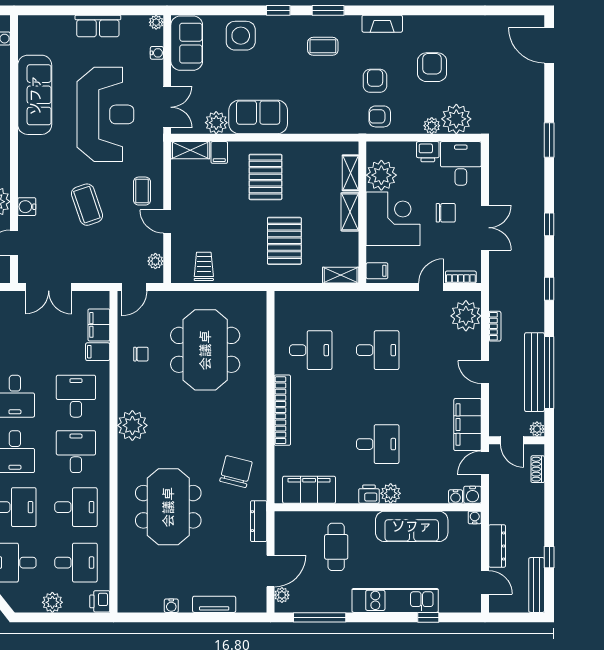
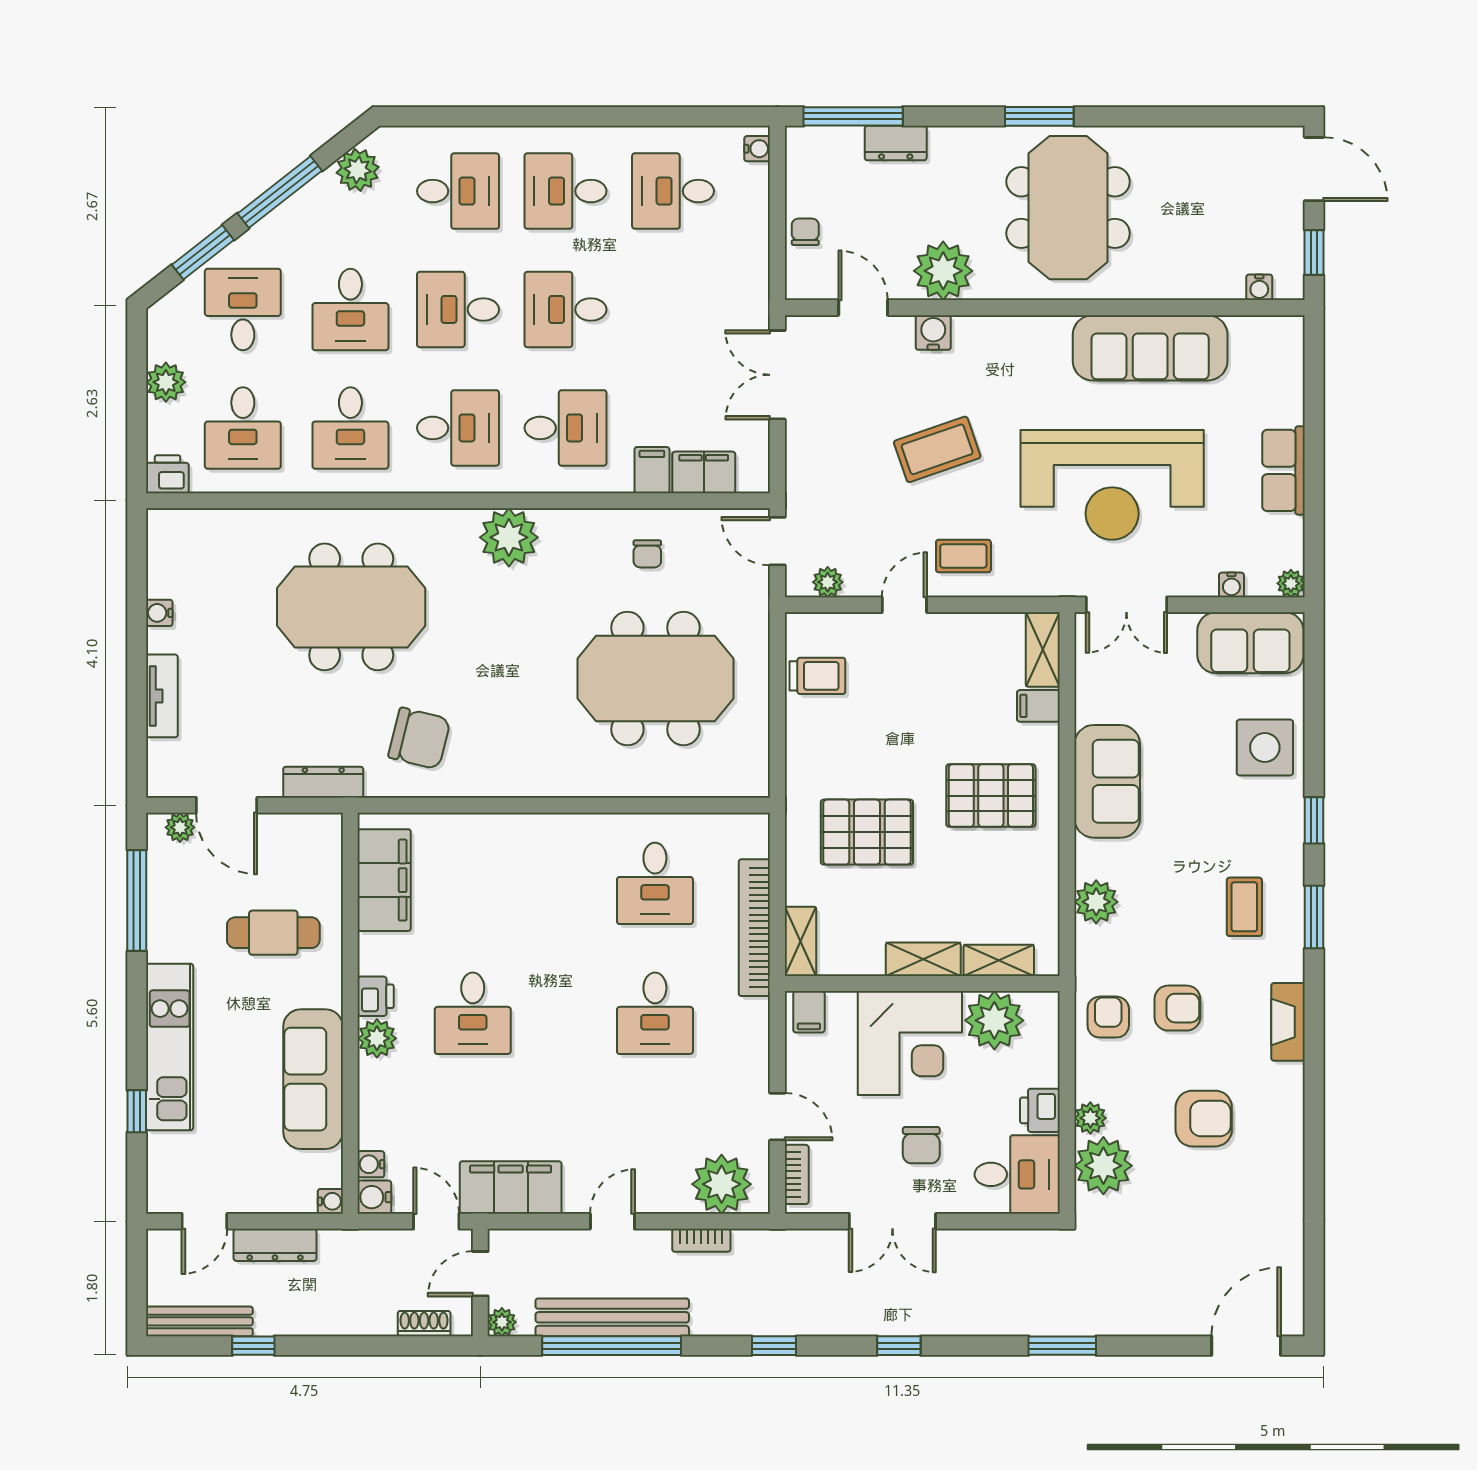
plant: (216, 123) -> (1096, 902), moved
bookcase: (282, 410) -> (754, 928), moved, turned 90

